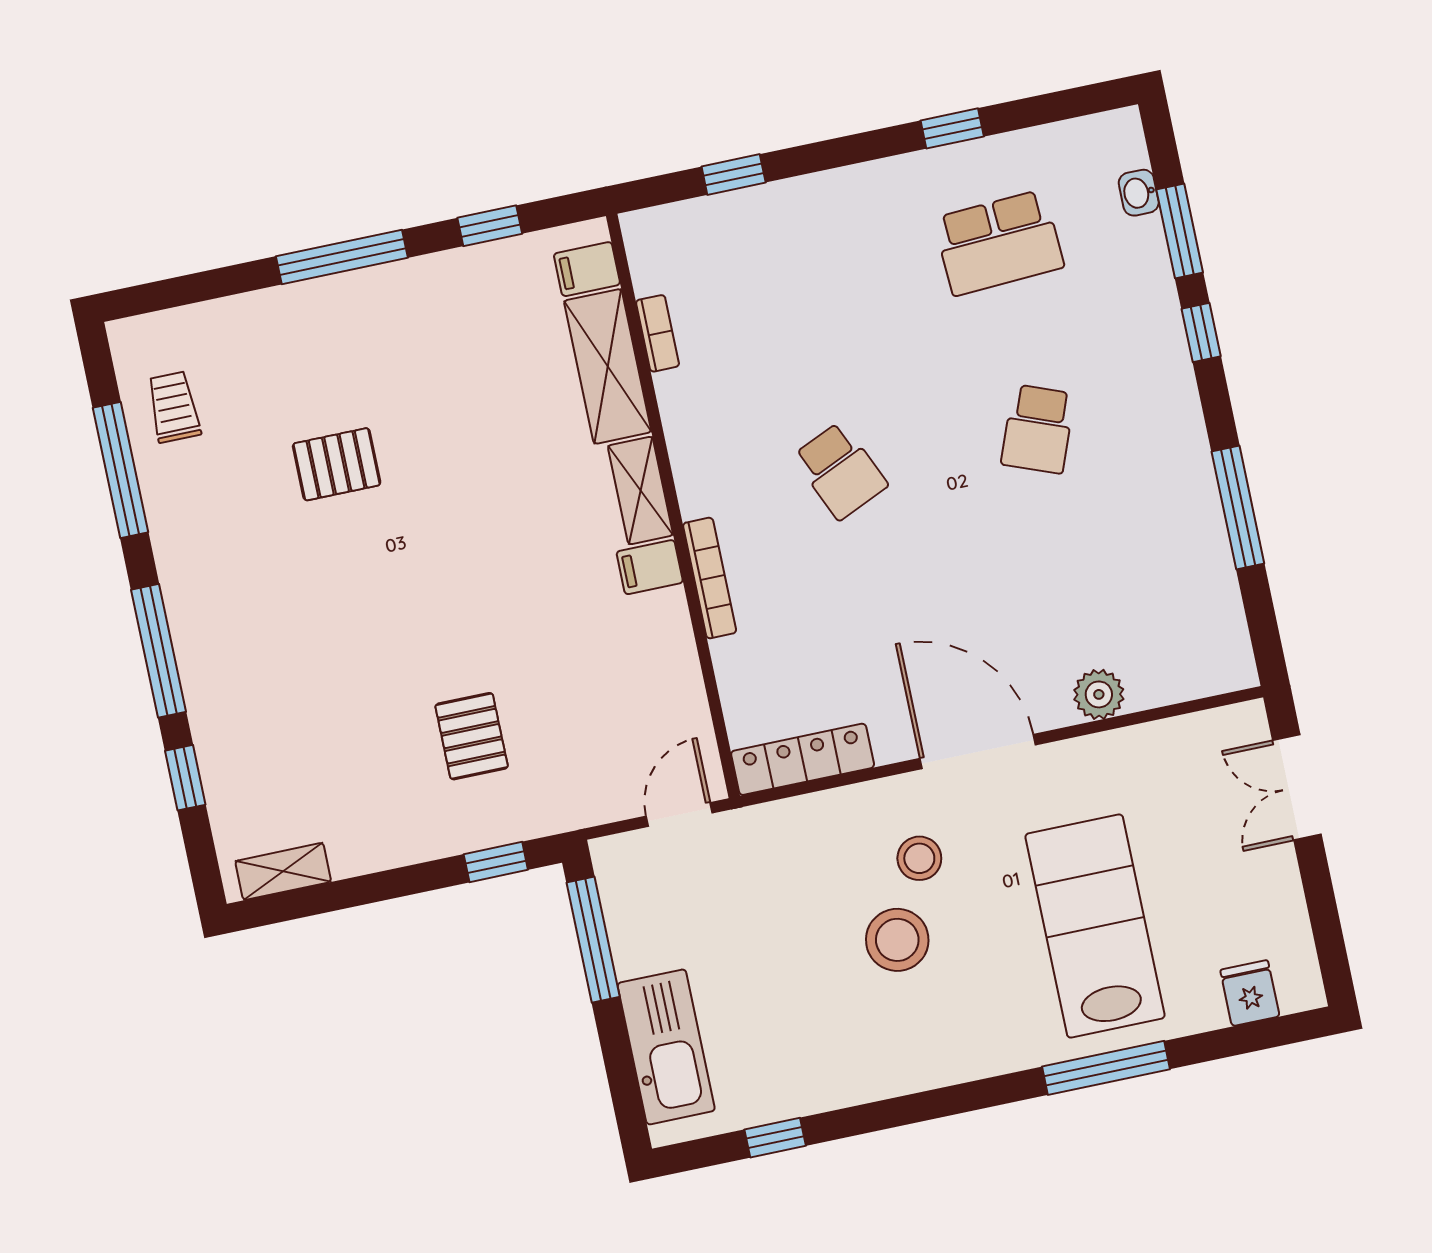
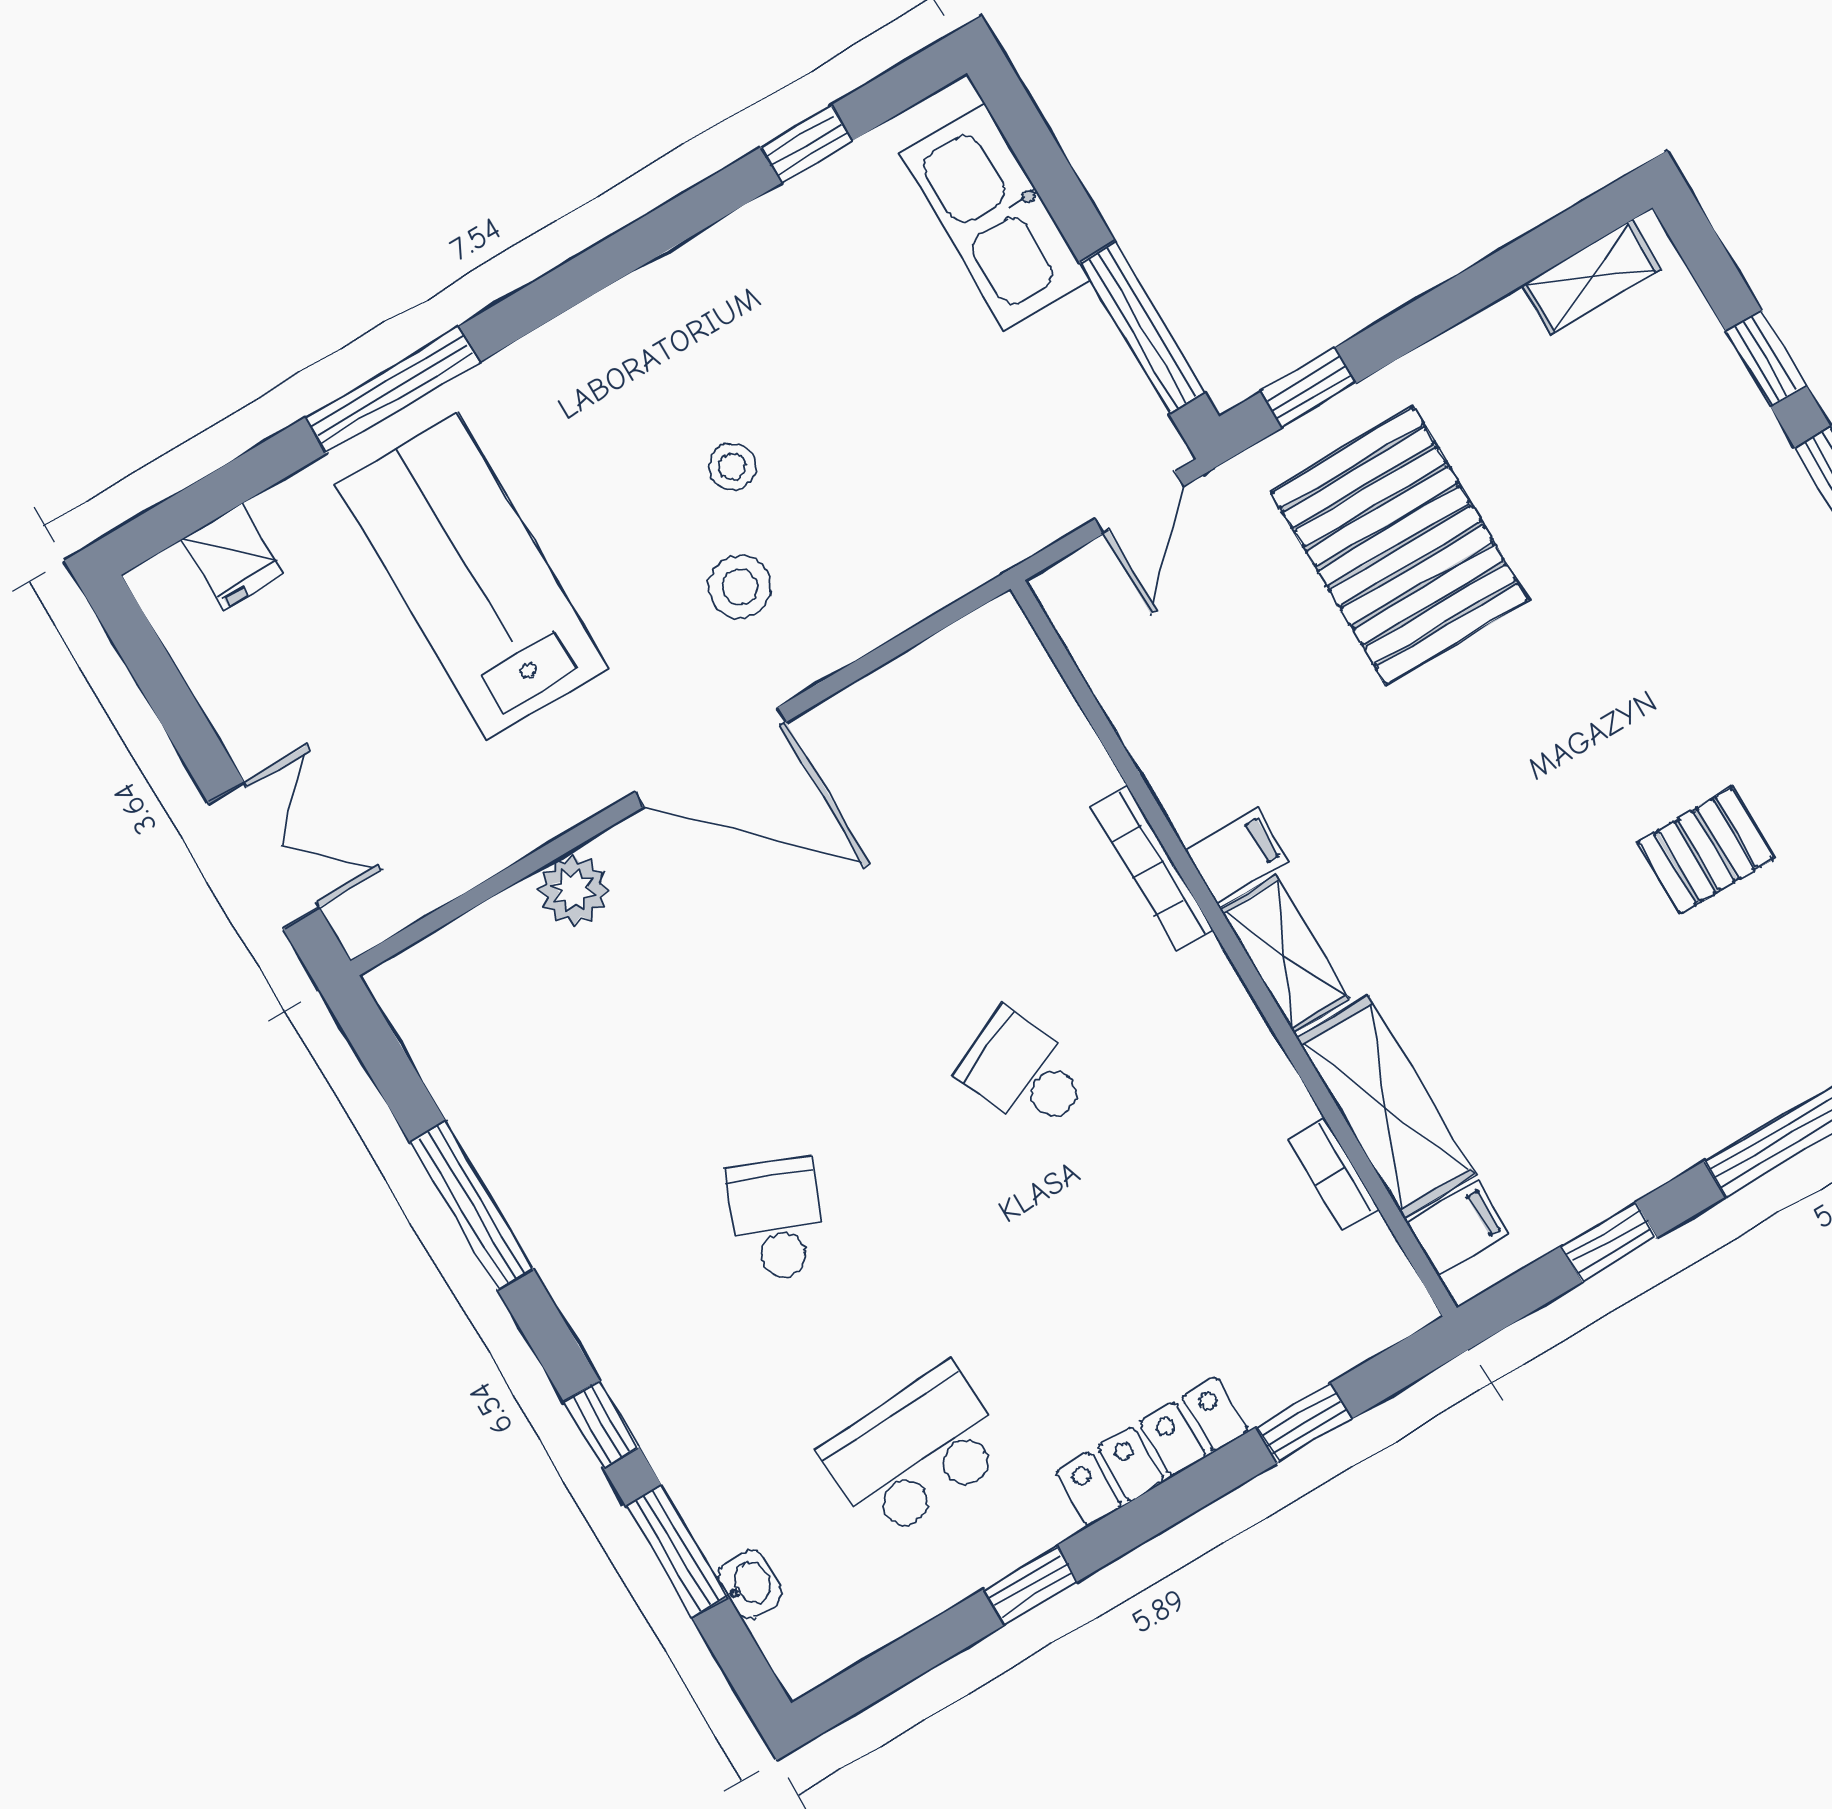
pallet: (472, 736) -> (1399, 546), width x2.05, depth x2.00
locker: (803, 759) -> (1152, 1452), moved, turned 180
door: (679, 815) -> (1139, 503), moved
lab bench: (1095, 926) -> (472, 576), turned 180
stool: (897, 940) -> (732, 467), width x0.53, depth x0.53

